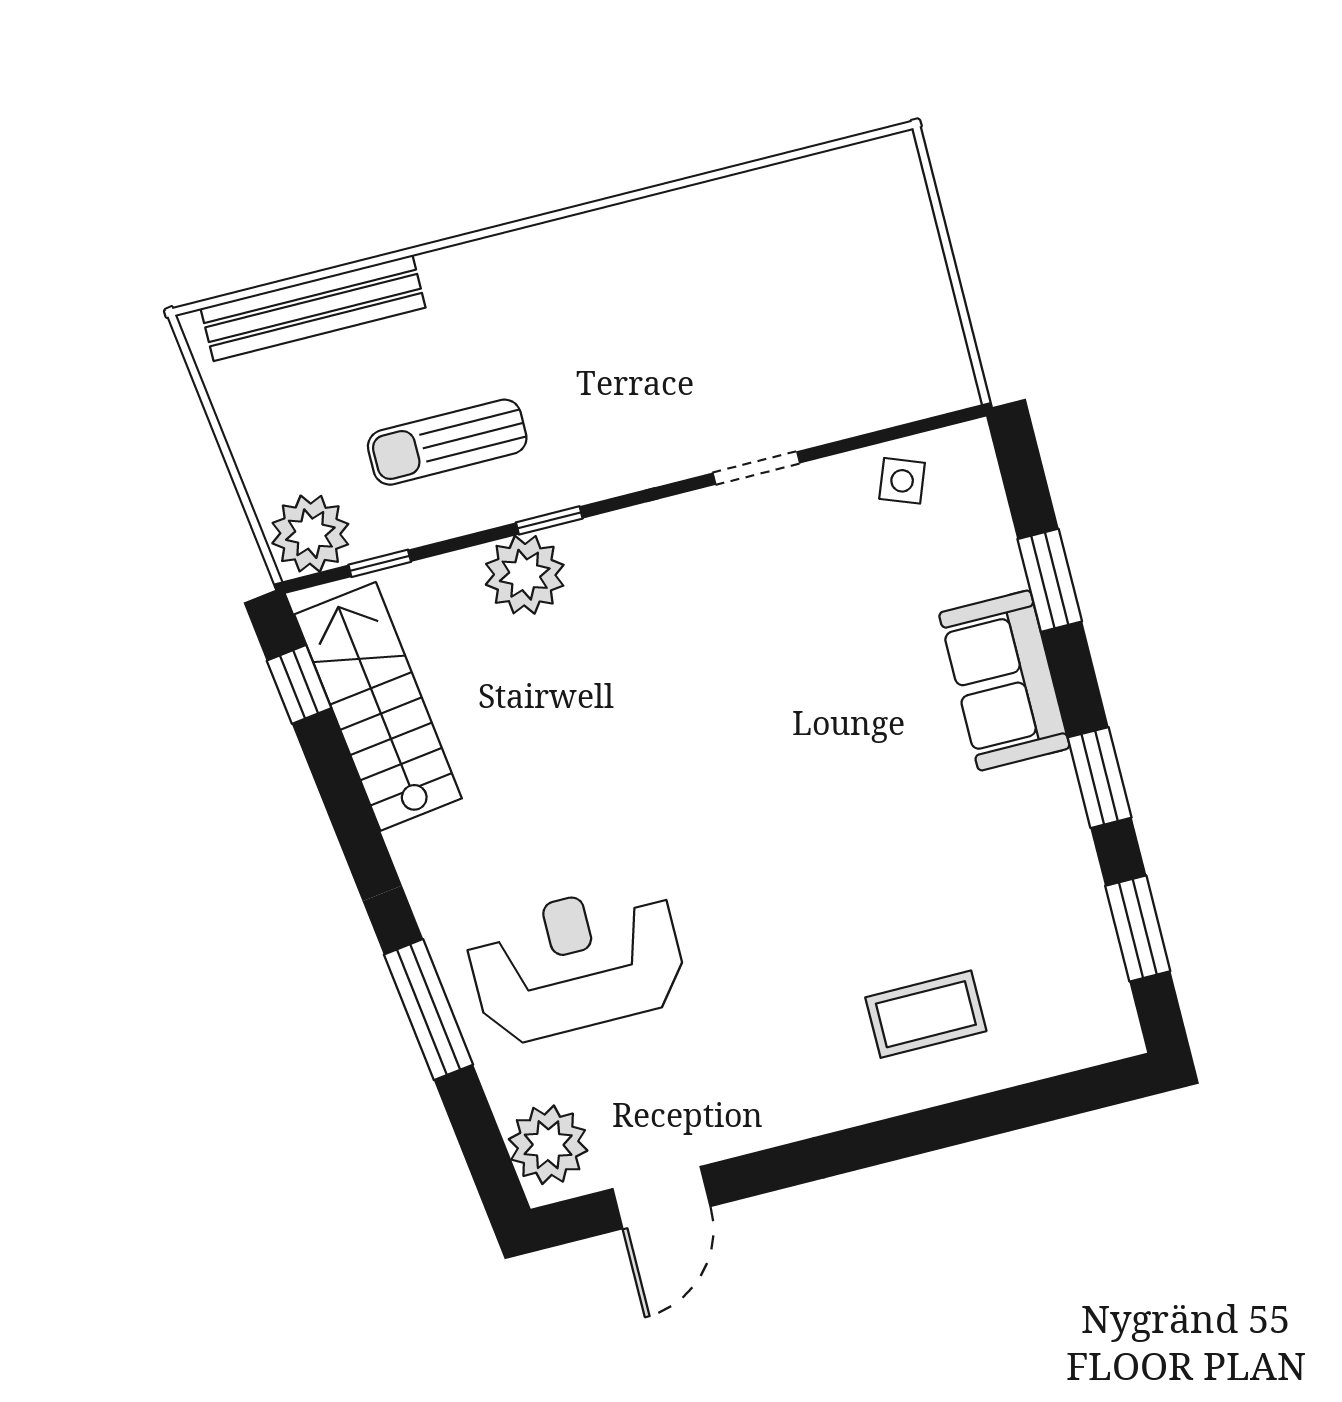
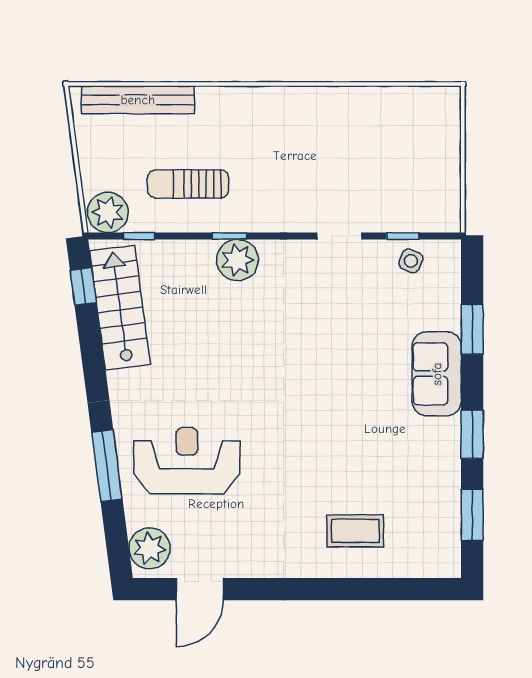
window: (875, 438) -> (403, 236), added
plant: (525, 575) -> (237, 260), moved

